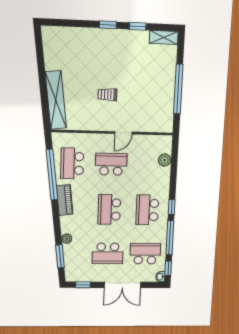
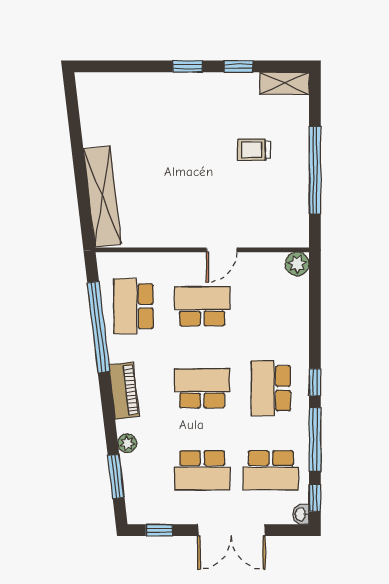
trolley: (107, 95) -> (254, 150), moved
plant: (165, 160) -> (297, 264), moved
piano: (65, 200) -> (124, 391), moved
school desk: (109, 209) -> (202, 388), turned 90
school desk: (145, 254) -> (271, 470), turned 180

